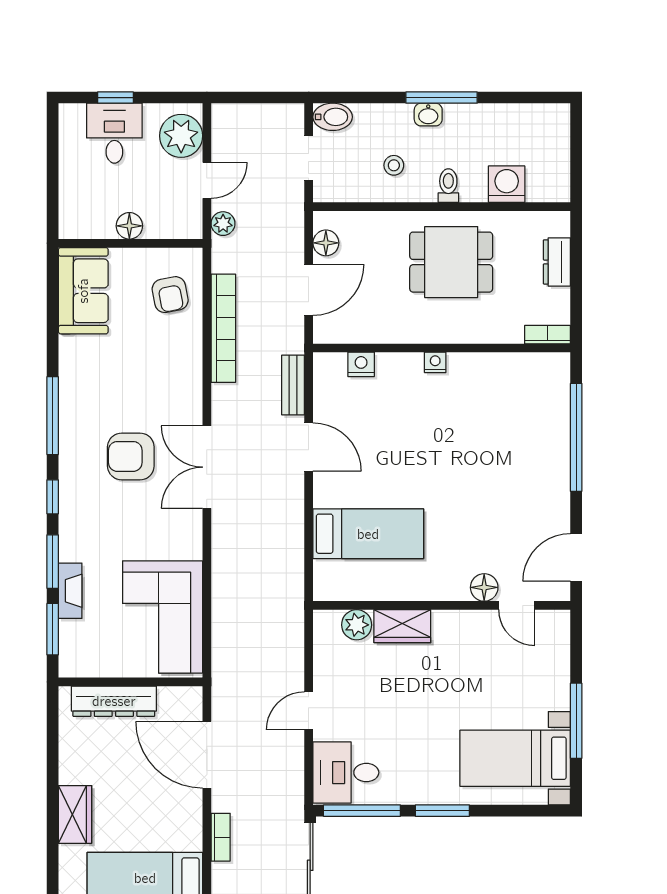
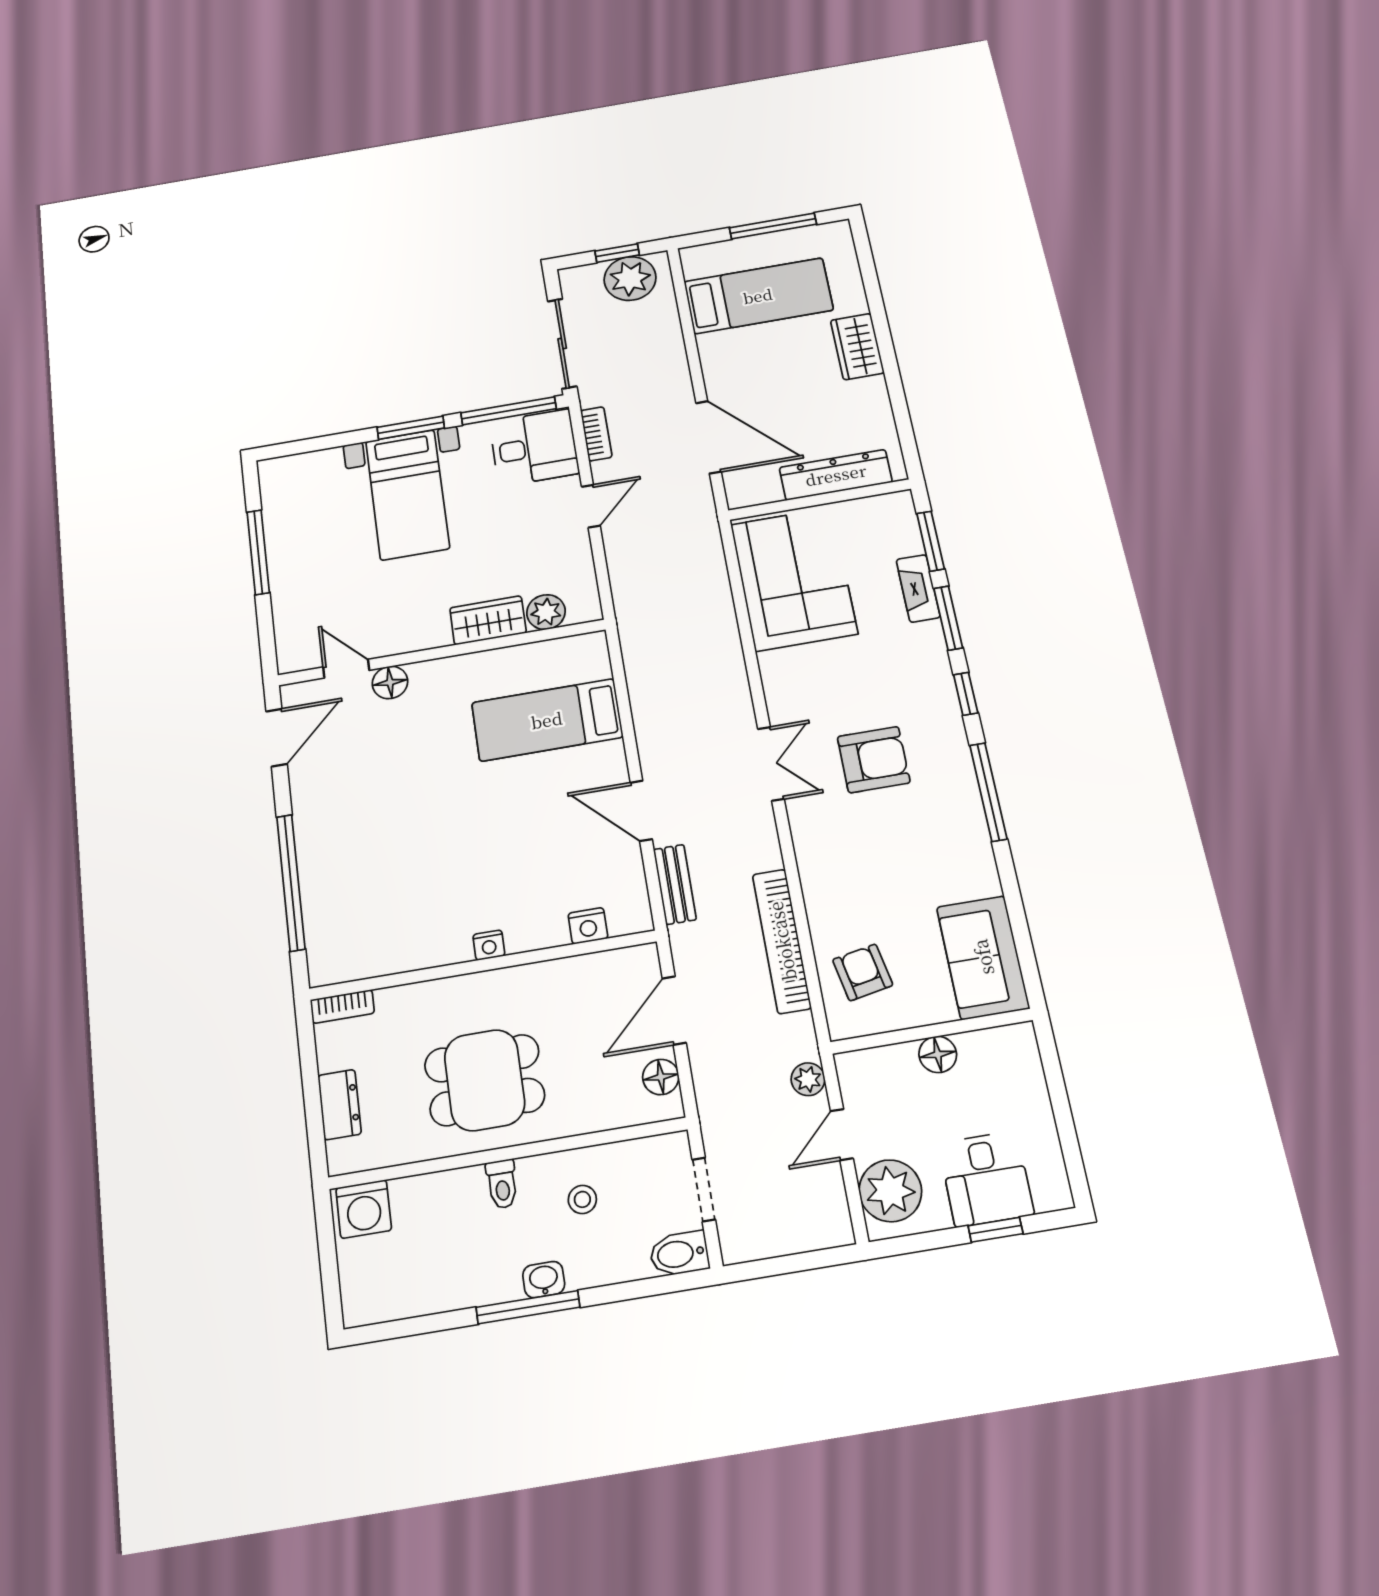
washing machine: (507, 184) -> (364, 1209), moved
double door: (207, 467) -> (771, 764), width x0.73
bed with nightstands: (515, 758) -> (407, 494), moved, turned 90
bookcase: (221, 837) -> (596, 434), moved, turned 180

